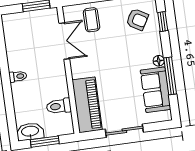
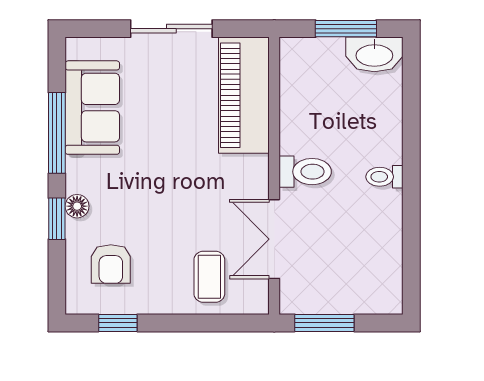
armchair: (137, 19) -> (111, 264), turned -120
window: (163, 22) -> (57, 219), moved
floor lamp: (159, 61) -> (77, 206), moved
toilet: (59, 106) -> (305, 172), moved

